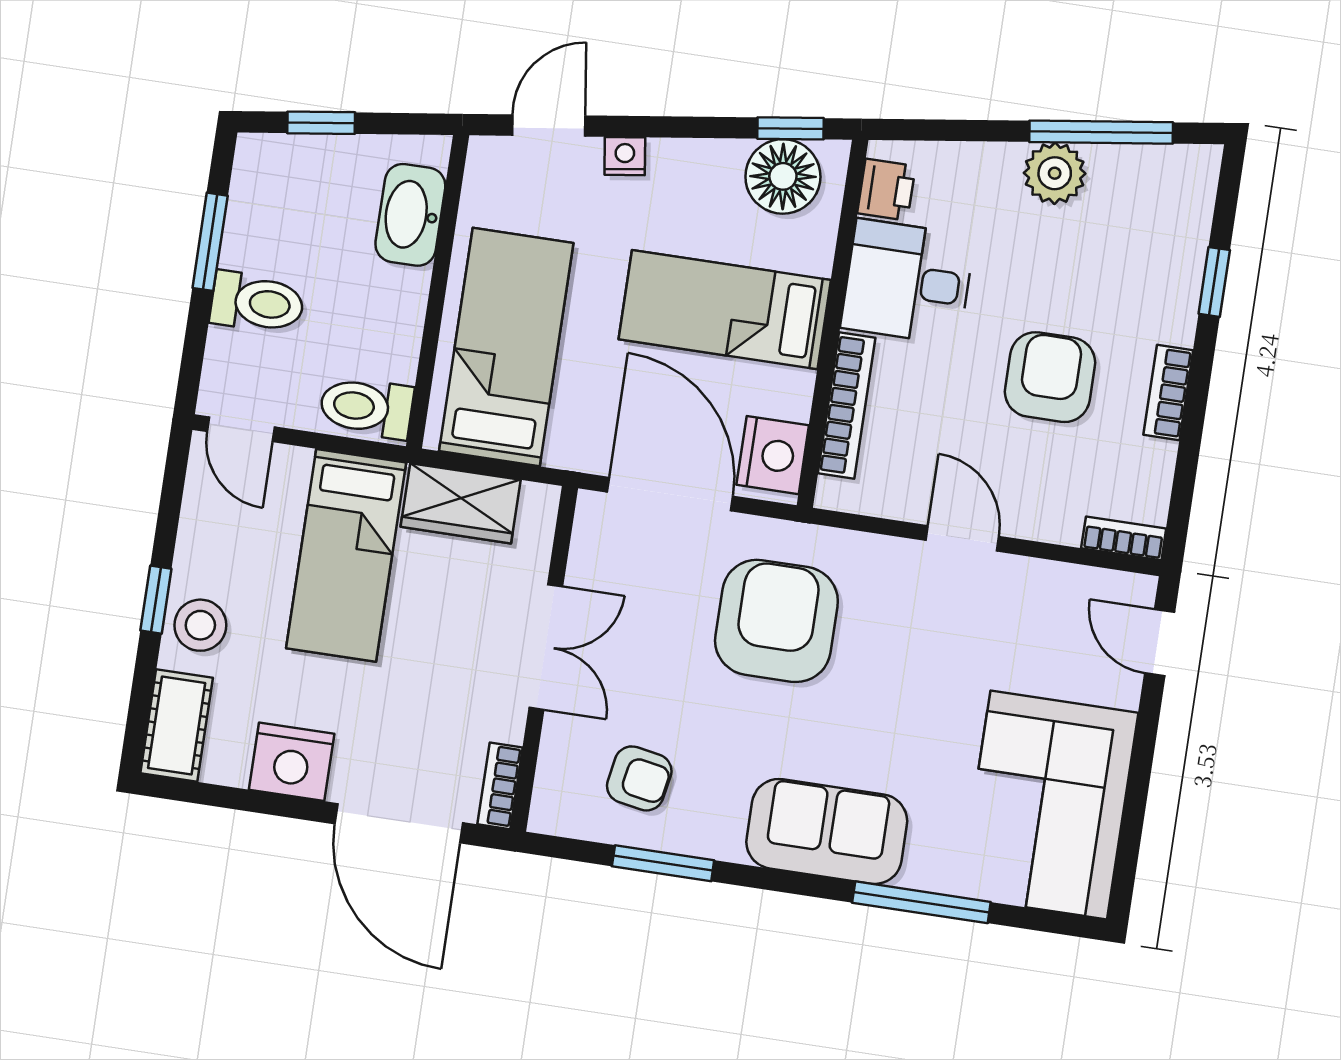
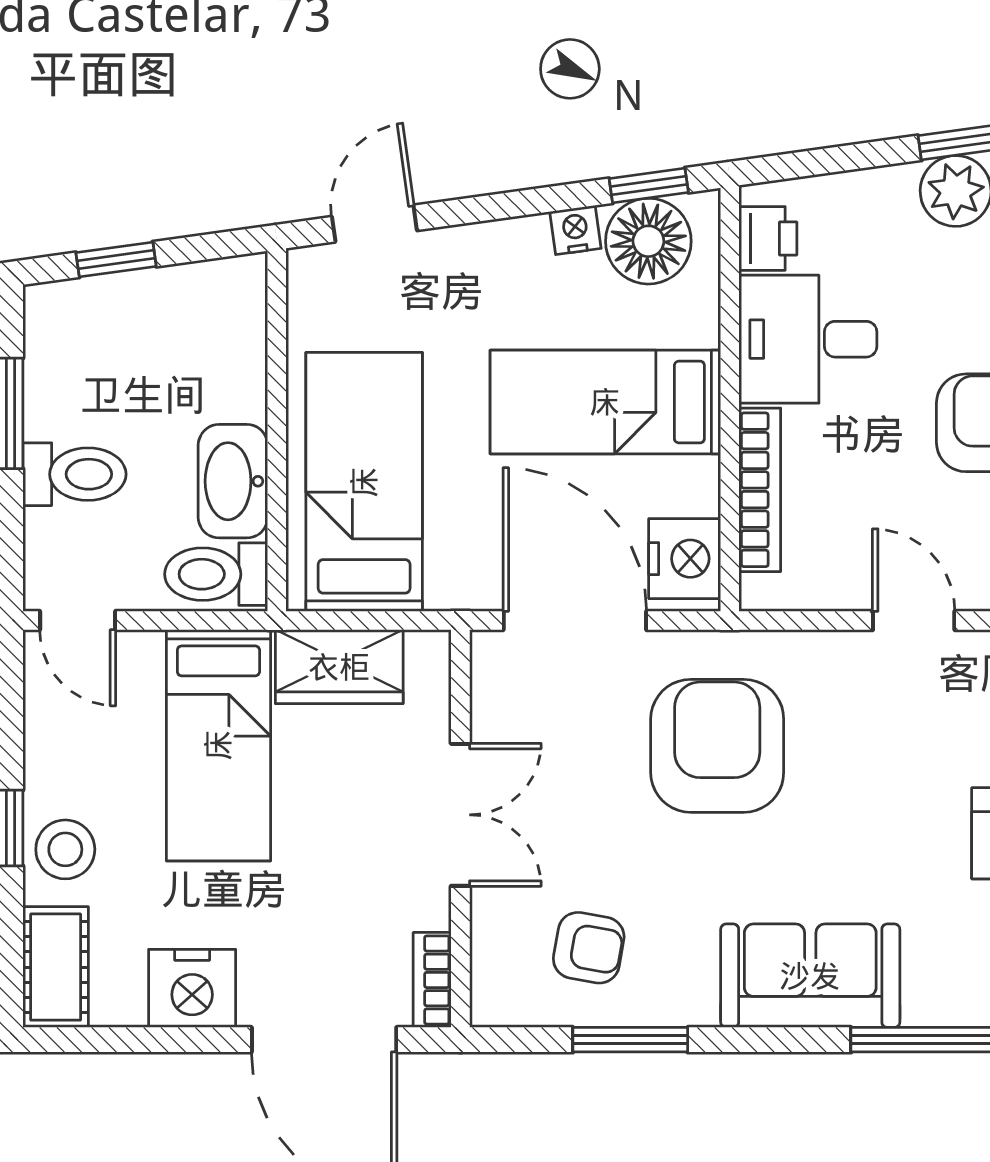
nightstand: (625, 156) -> (575, 230), moved
washbasin: (410, 215) -> (233, 481), moved

